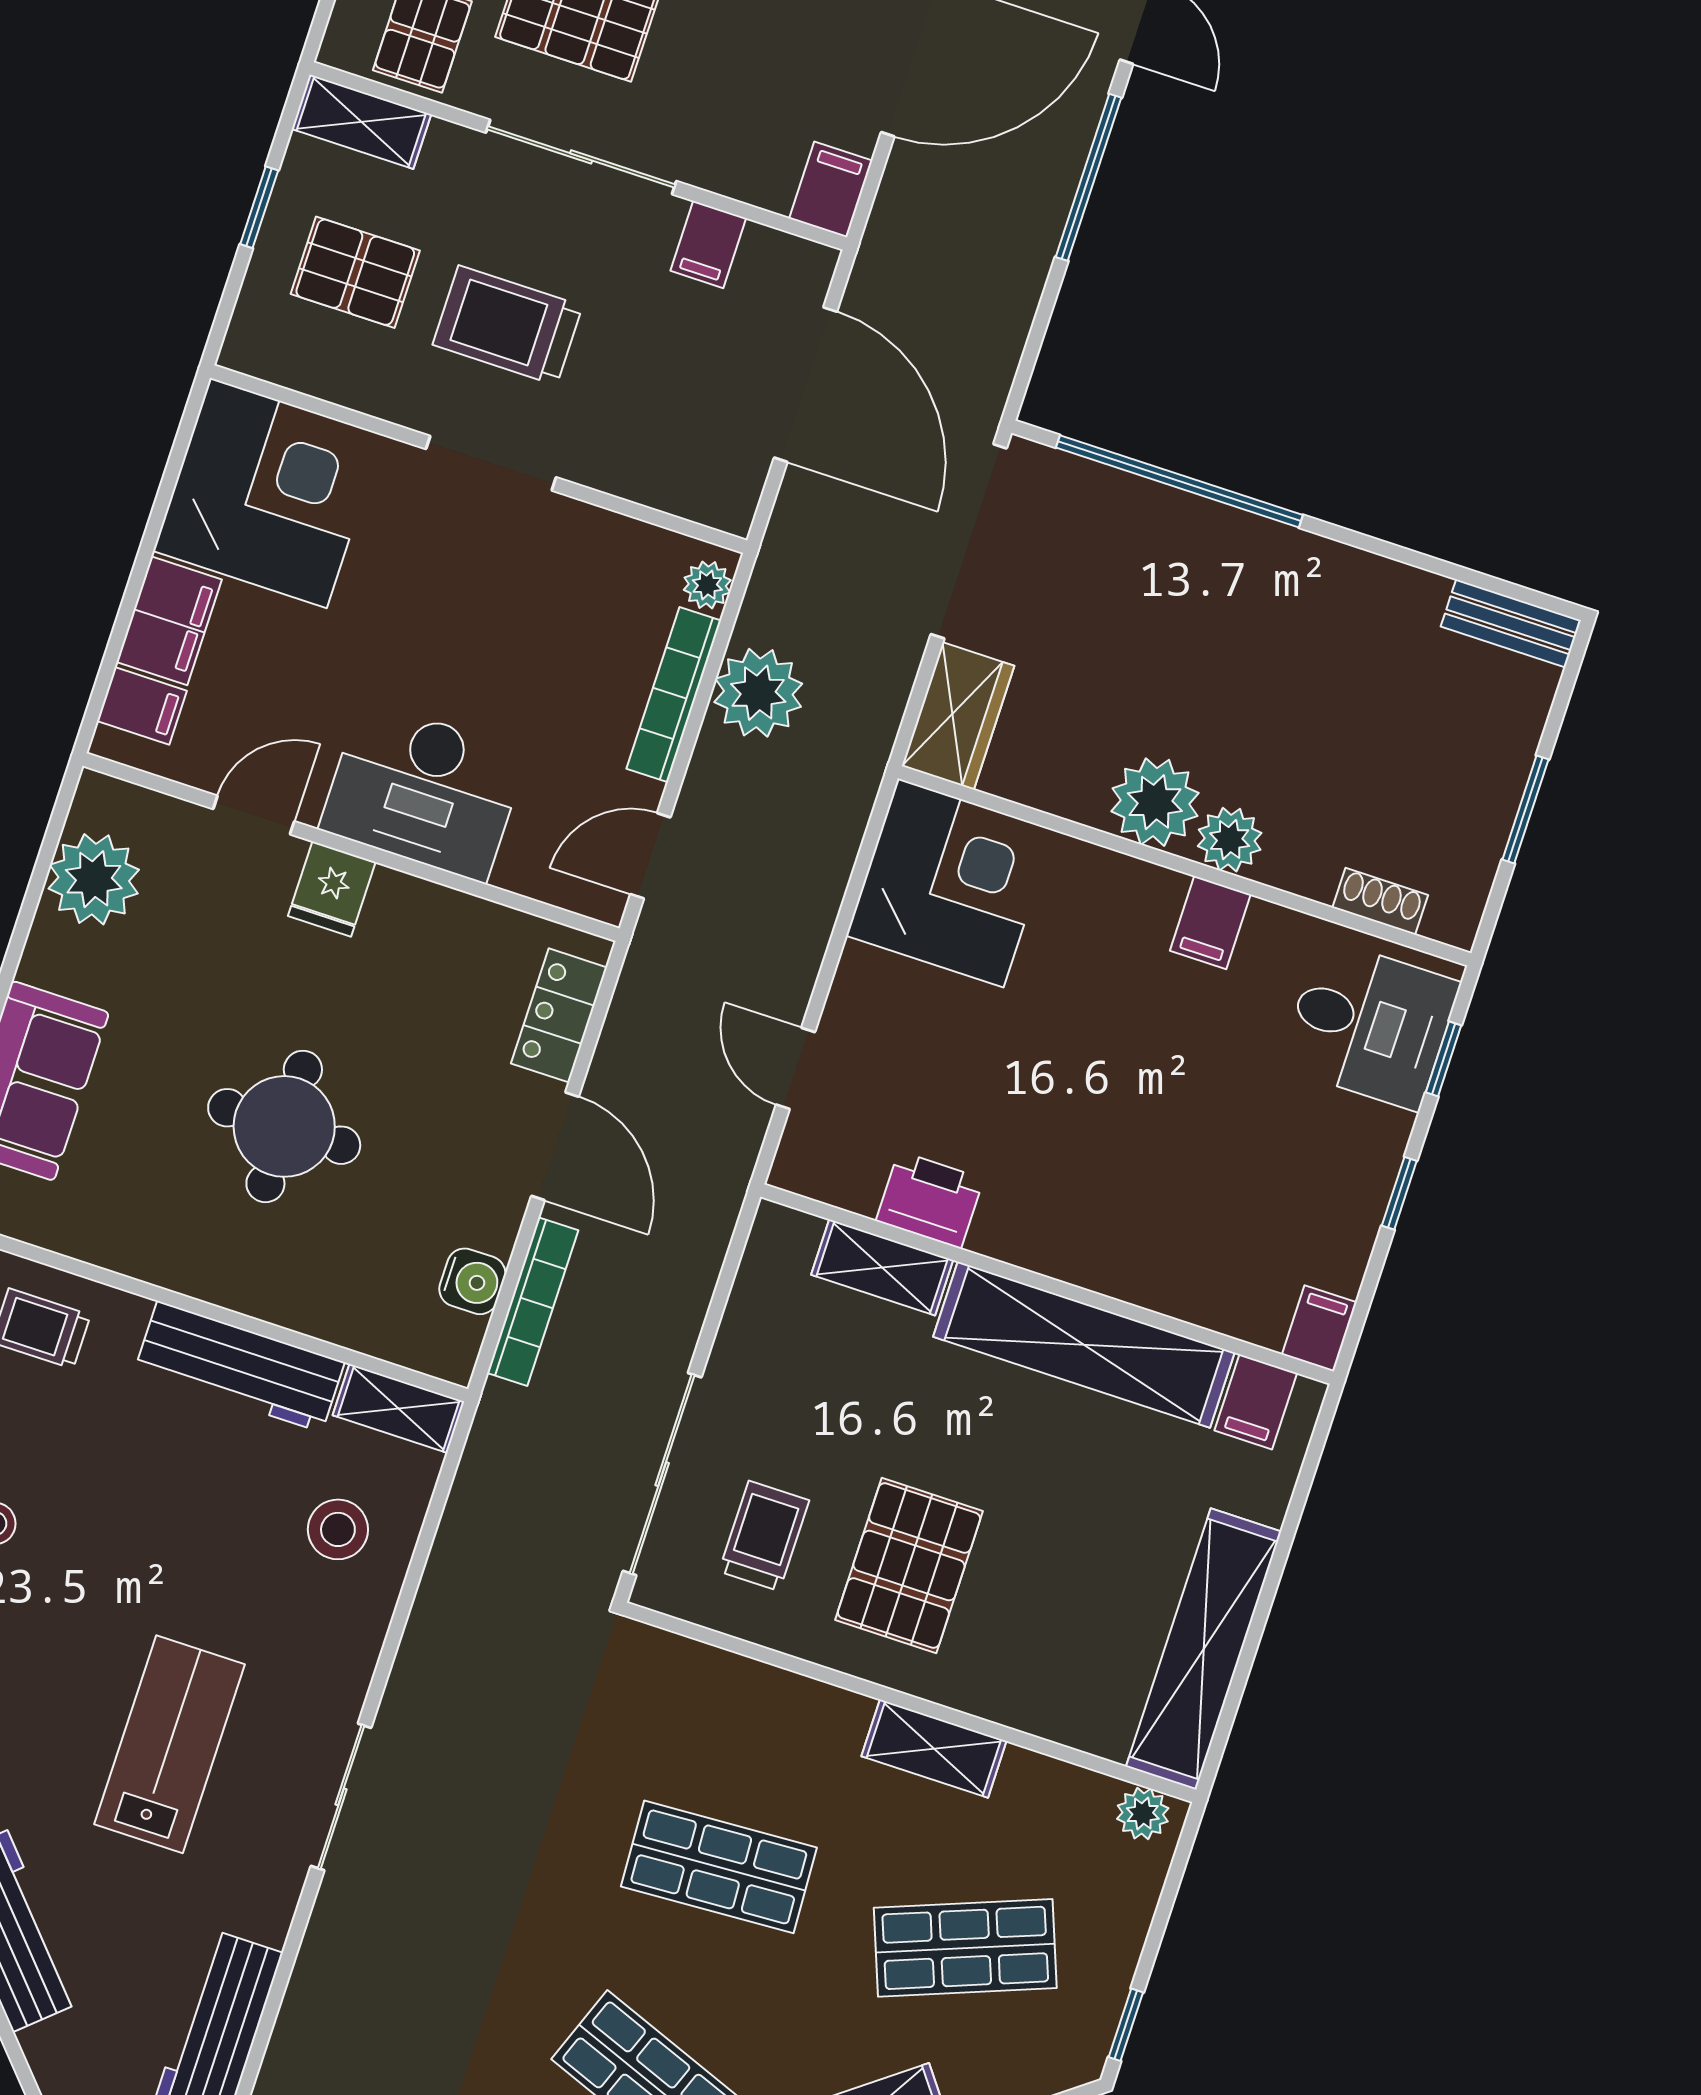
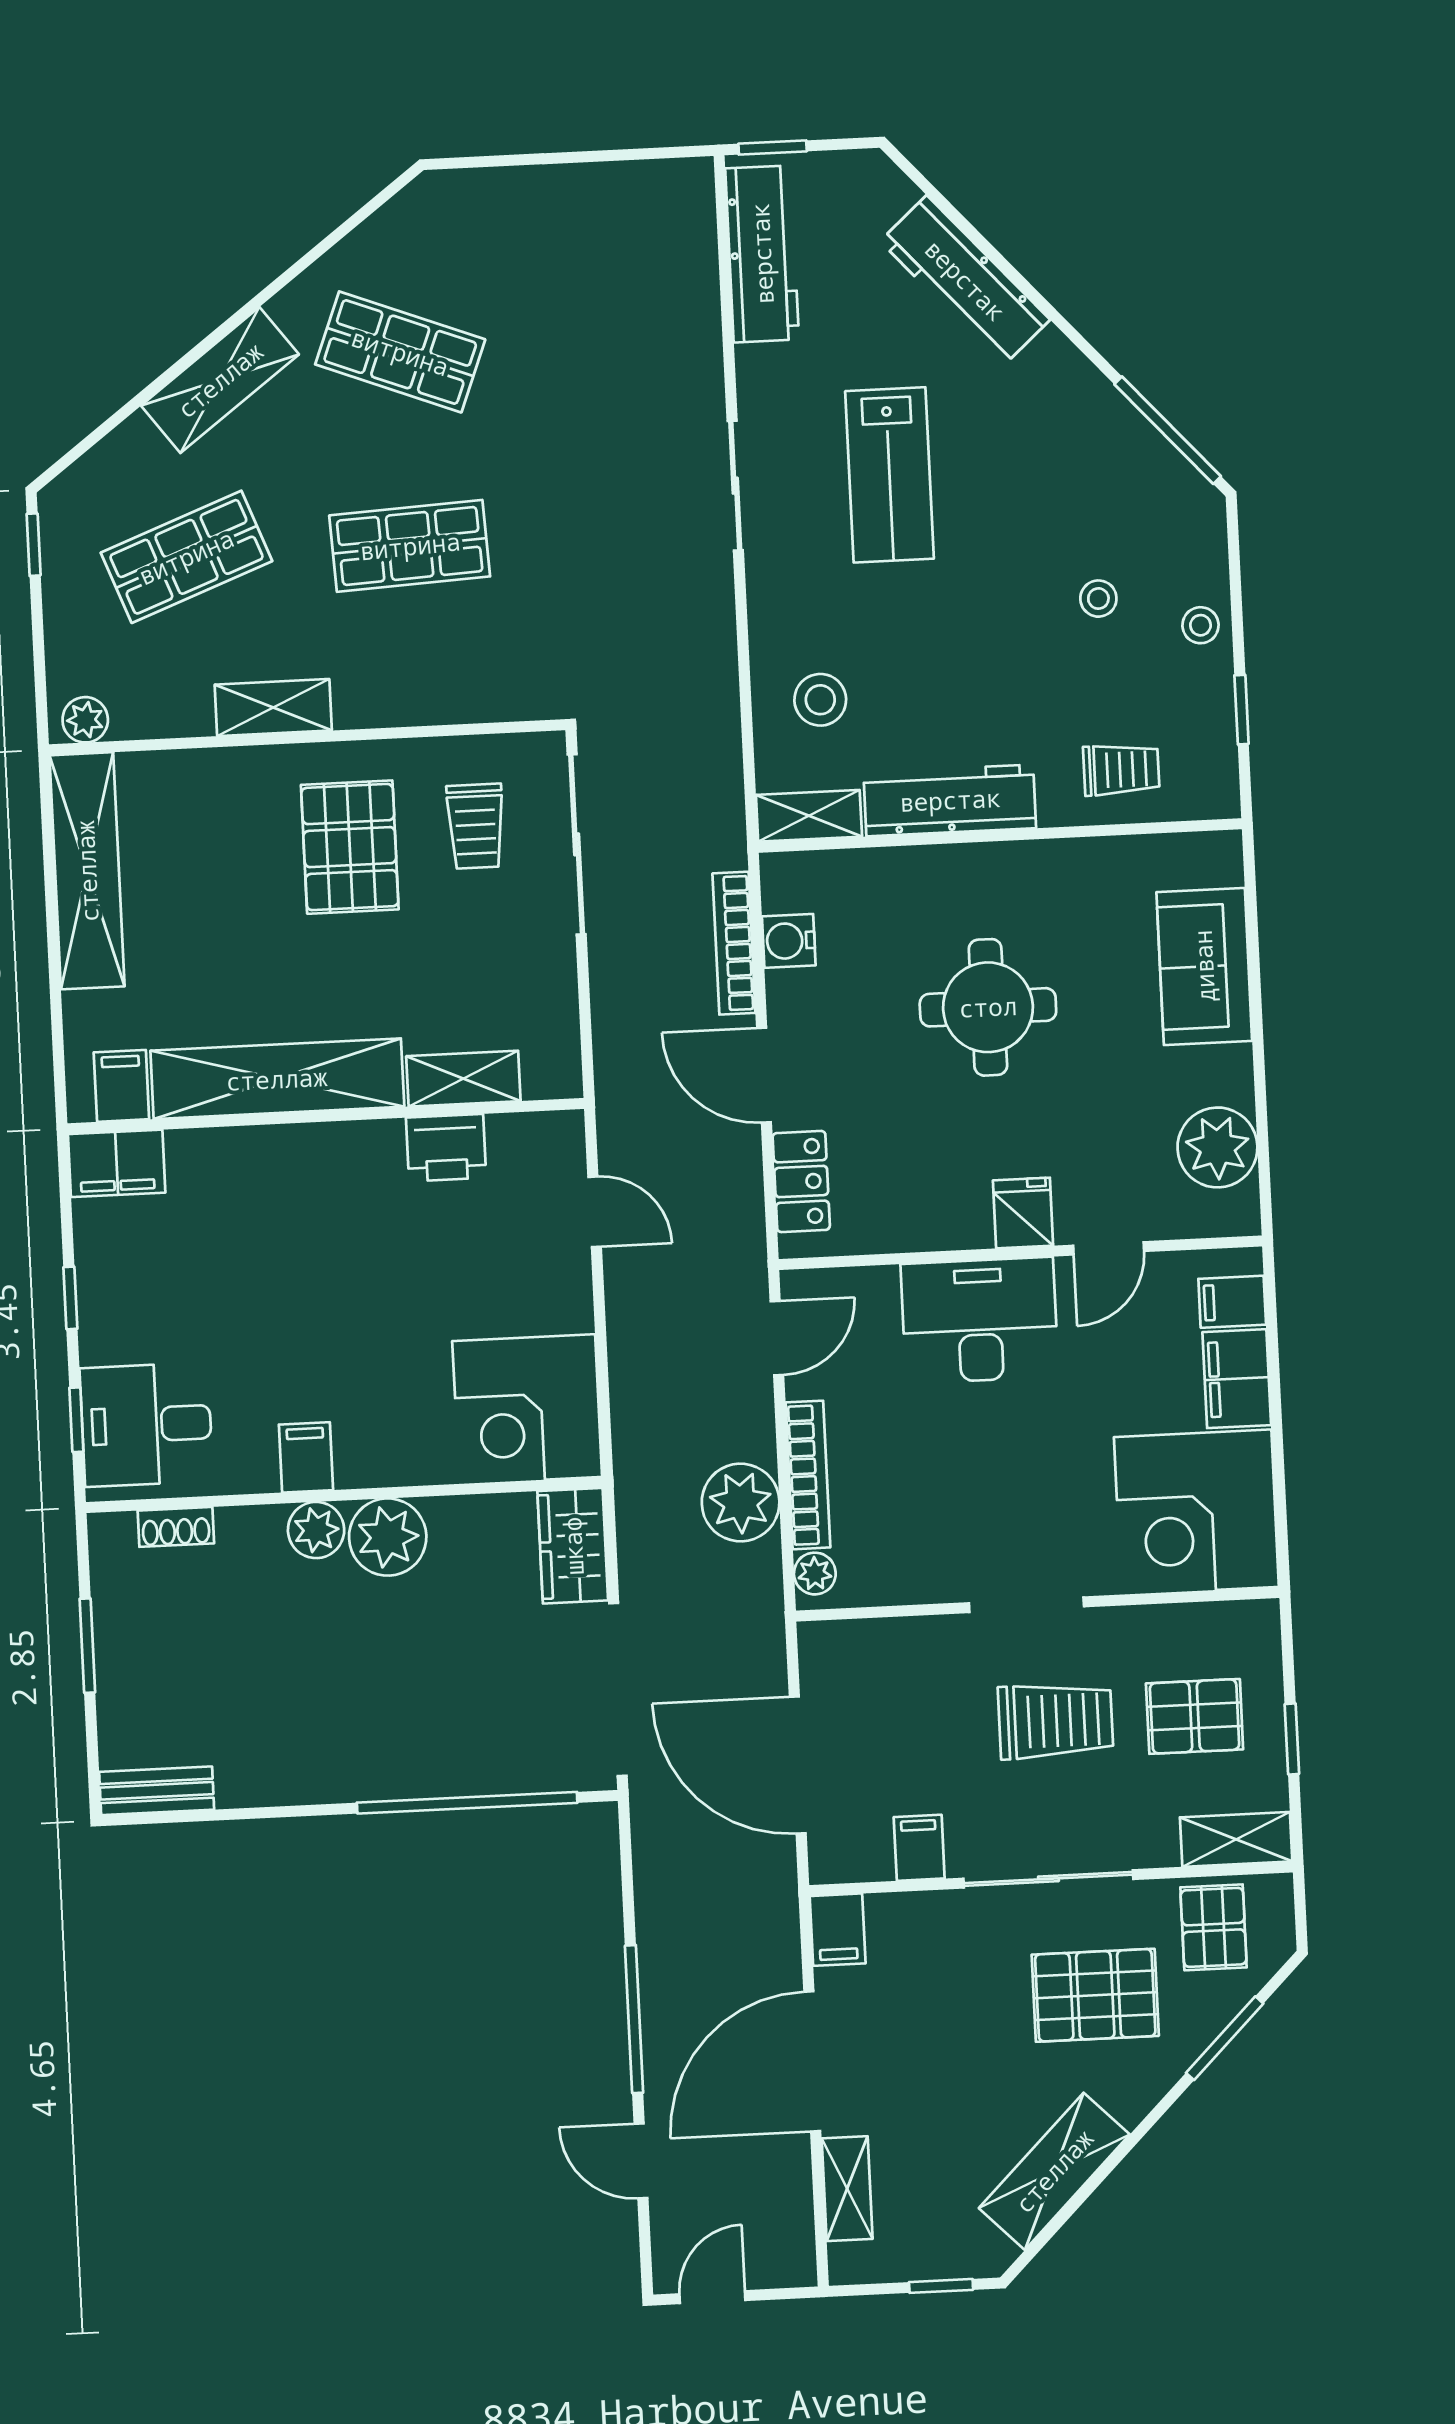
filing cabinet: (1319, 1328) -> (117, 1163), width x2.00

